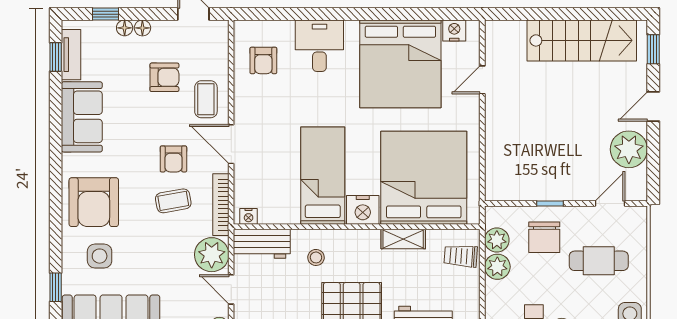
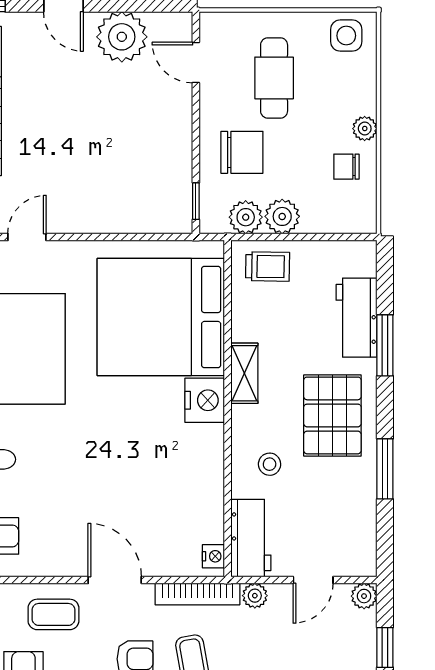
door: (482, 80) -> (27, 237), swing flipped
door: (231, 144) -> (115, 580), swing flipped
bed: (323, 176) -> (158, 455), removed
window: (550, 204) -> (196, 201), moved
shelving: (403, 239) -> (244, 373), moved
plant: (212, 255) -> (255, 596), width x0.53, depth x0.53
trolley: (461, 256) -> (268, 266), turned -93

